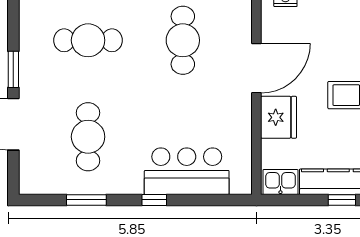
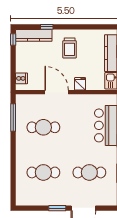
cafe table: (88, 40) -> (43, 172), turned 90
fridge: (279, 117) -> (80, 84), width x0.53, depth x0.75

